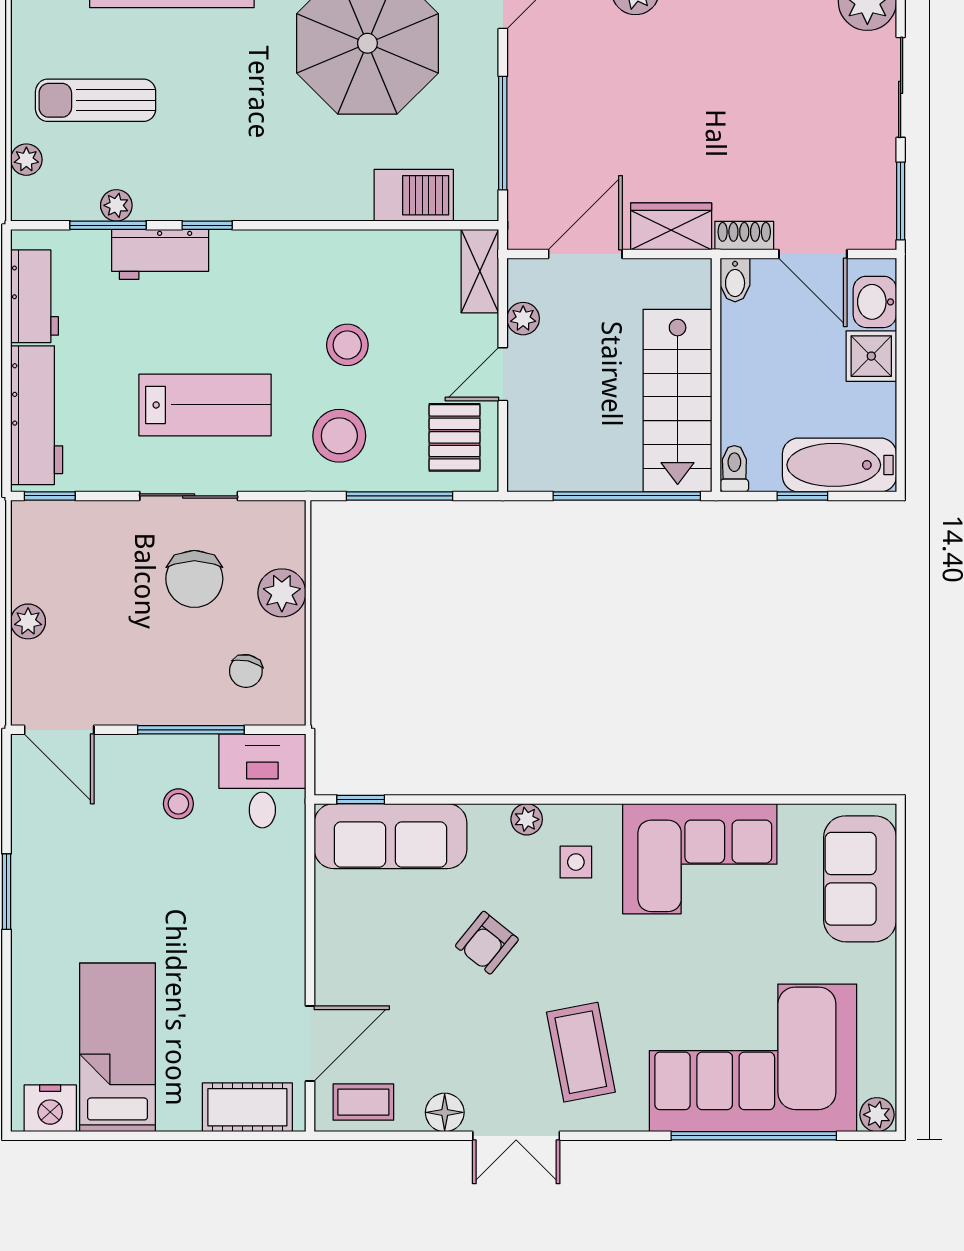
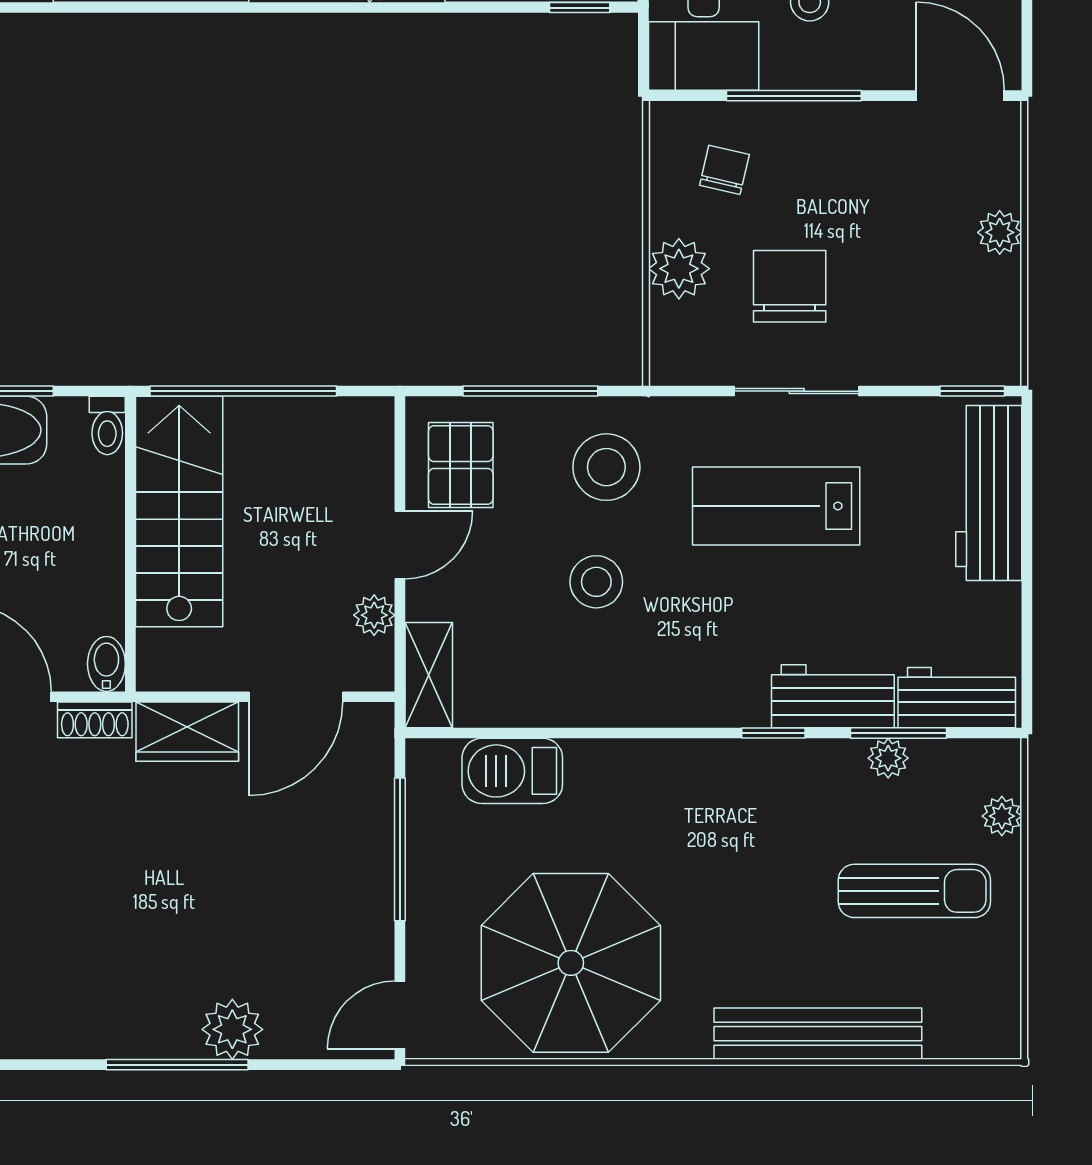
workbench: (35, 296) -> (957, 698), moved, turned 90

